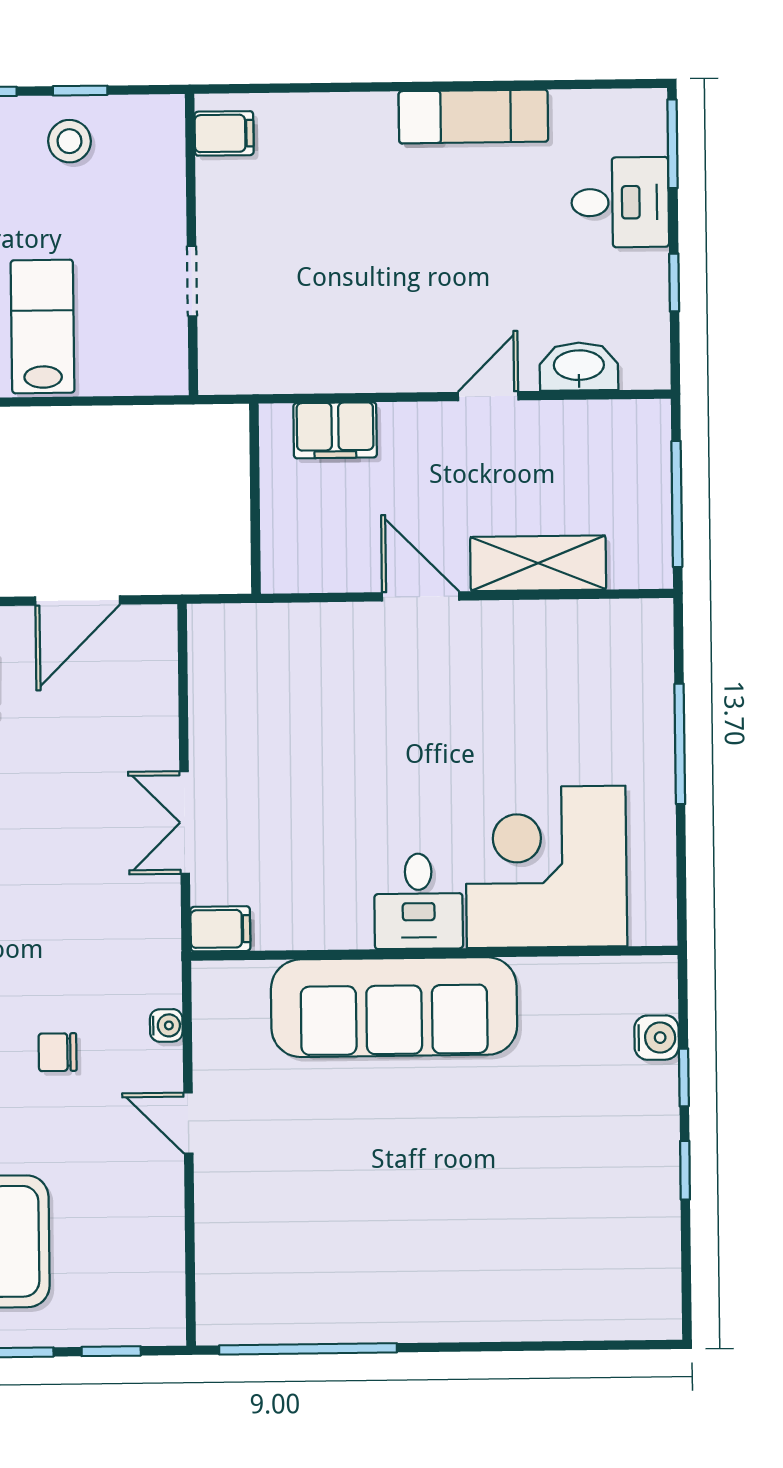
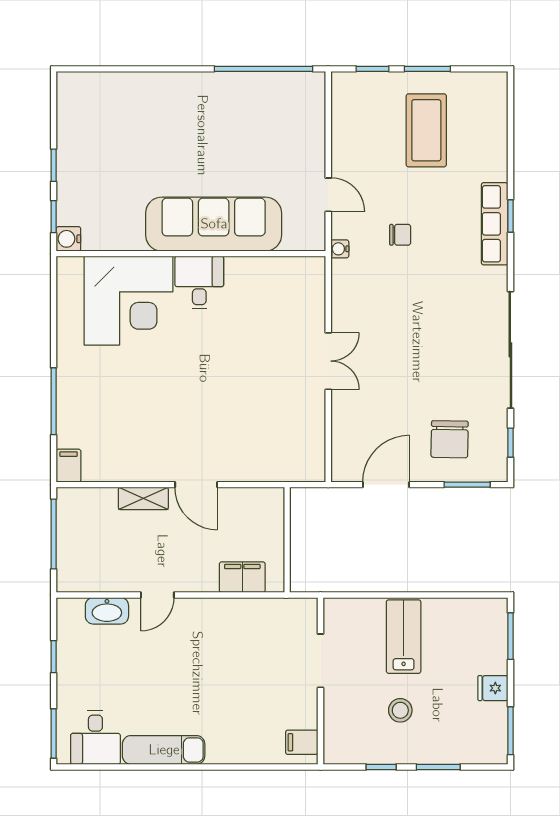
stool: (70, 141) -> (400, 710), moved
desk: (620, 202) -> (95, 738), moved, turned -90
doorway: (192, 281) -> (321, 661), width x1.38
lab bench: (43, 326) -> (404, 637), turned 180
shelving: (538, 563) -> (143, 498), width x0.67, depth x0.75
corner desk: (546, 867) -> (128, 301), moved
desk: (418, 901) -> (199, 283), moved
filing cabinet: (220, 929) -> (69, 466), moved, turned 90
wall: (434, 953) -> (191, 254), moved
sofa: (394, 1007) -> (214, 224), moved

